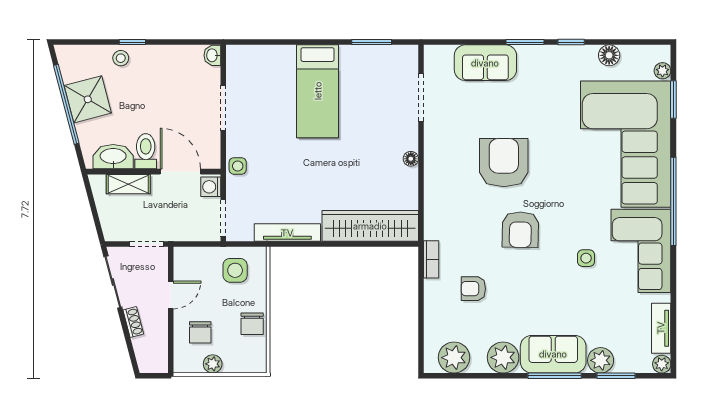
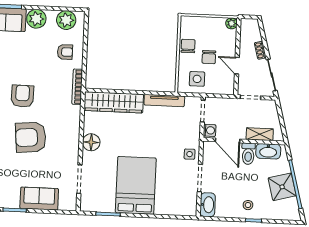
washbasin: (212, 55) -> (208, 205), width x1.91, depth x1.45
stool: (121, 58) -> (248, 205), moved
bed: (318, 91) -> (136, 185), width x1.50
floor lamp: (411, 159) -> (91, 142), width x1.89, depth x1.89
armchair: (504, 163) -> (31, 137), turned 85
side table: (238, 166) -> (190, 154), moved
bookcase: (431, 259) -> (77, 87), width x1.56
armchair: (473, 289) -> (65, 52), moved
door: (171, 295) -> (237, 66), hinge flipped
chair: (200, 332) -> (209, 57), moved, turned 180
plant: (213, 364) -> (231, 23), moved

